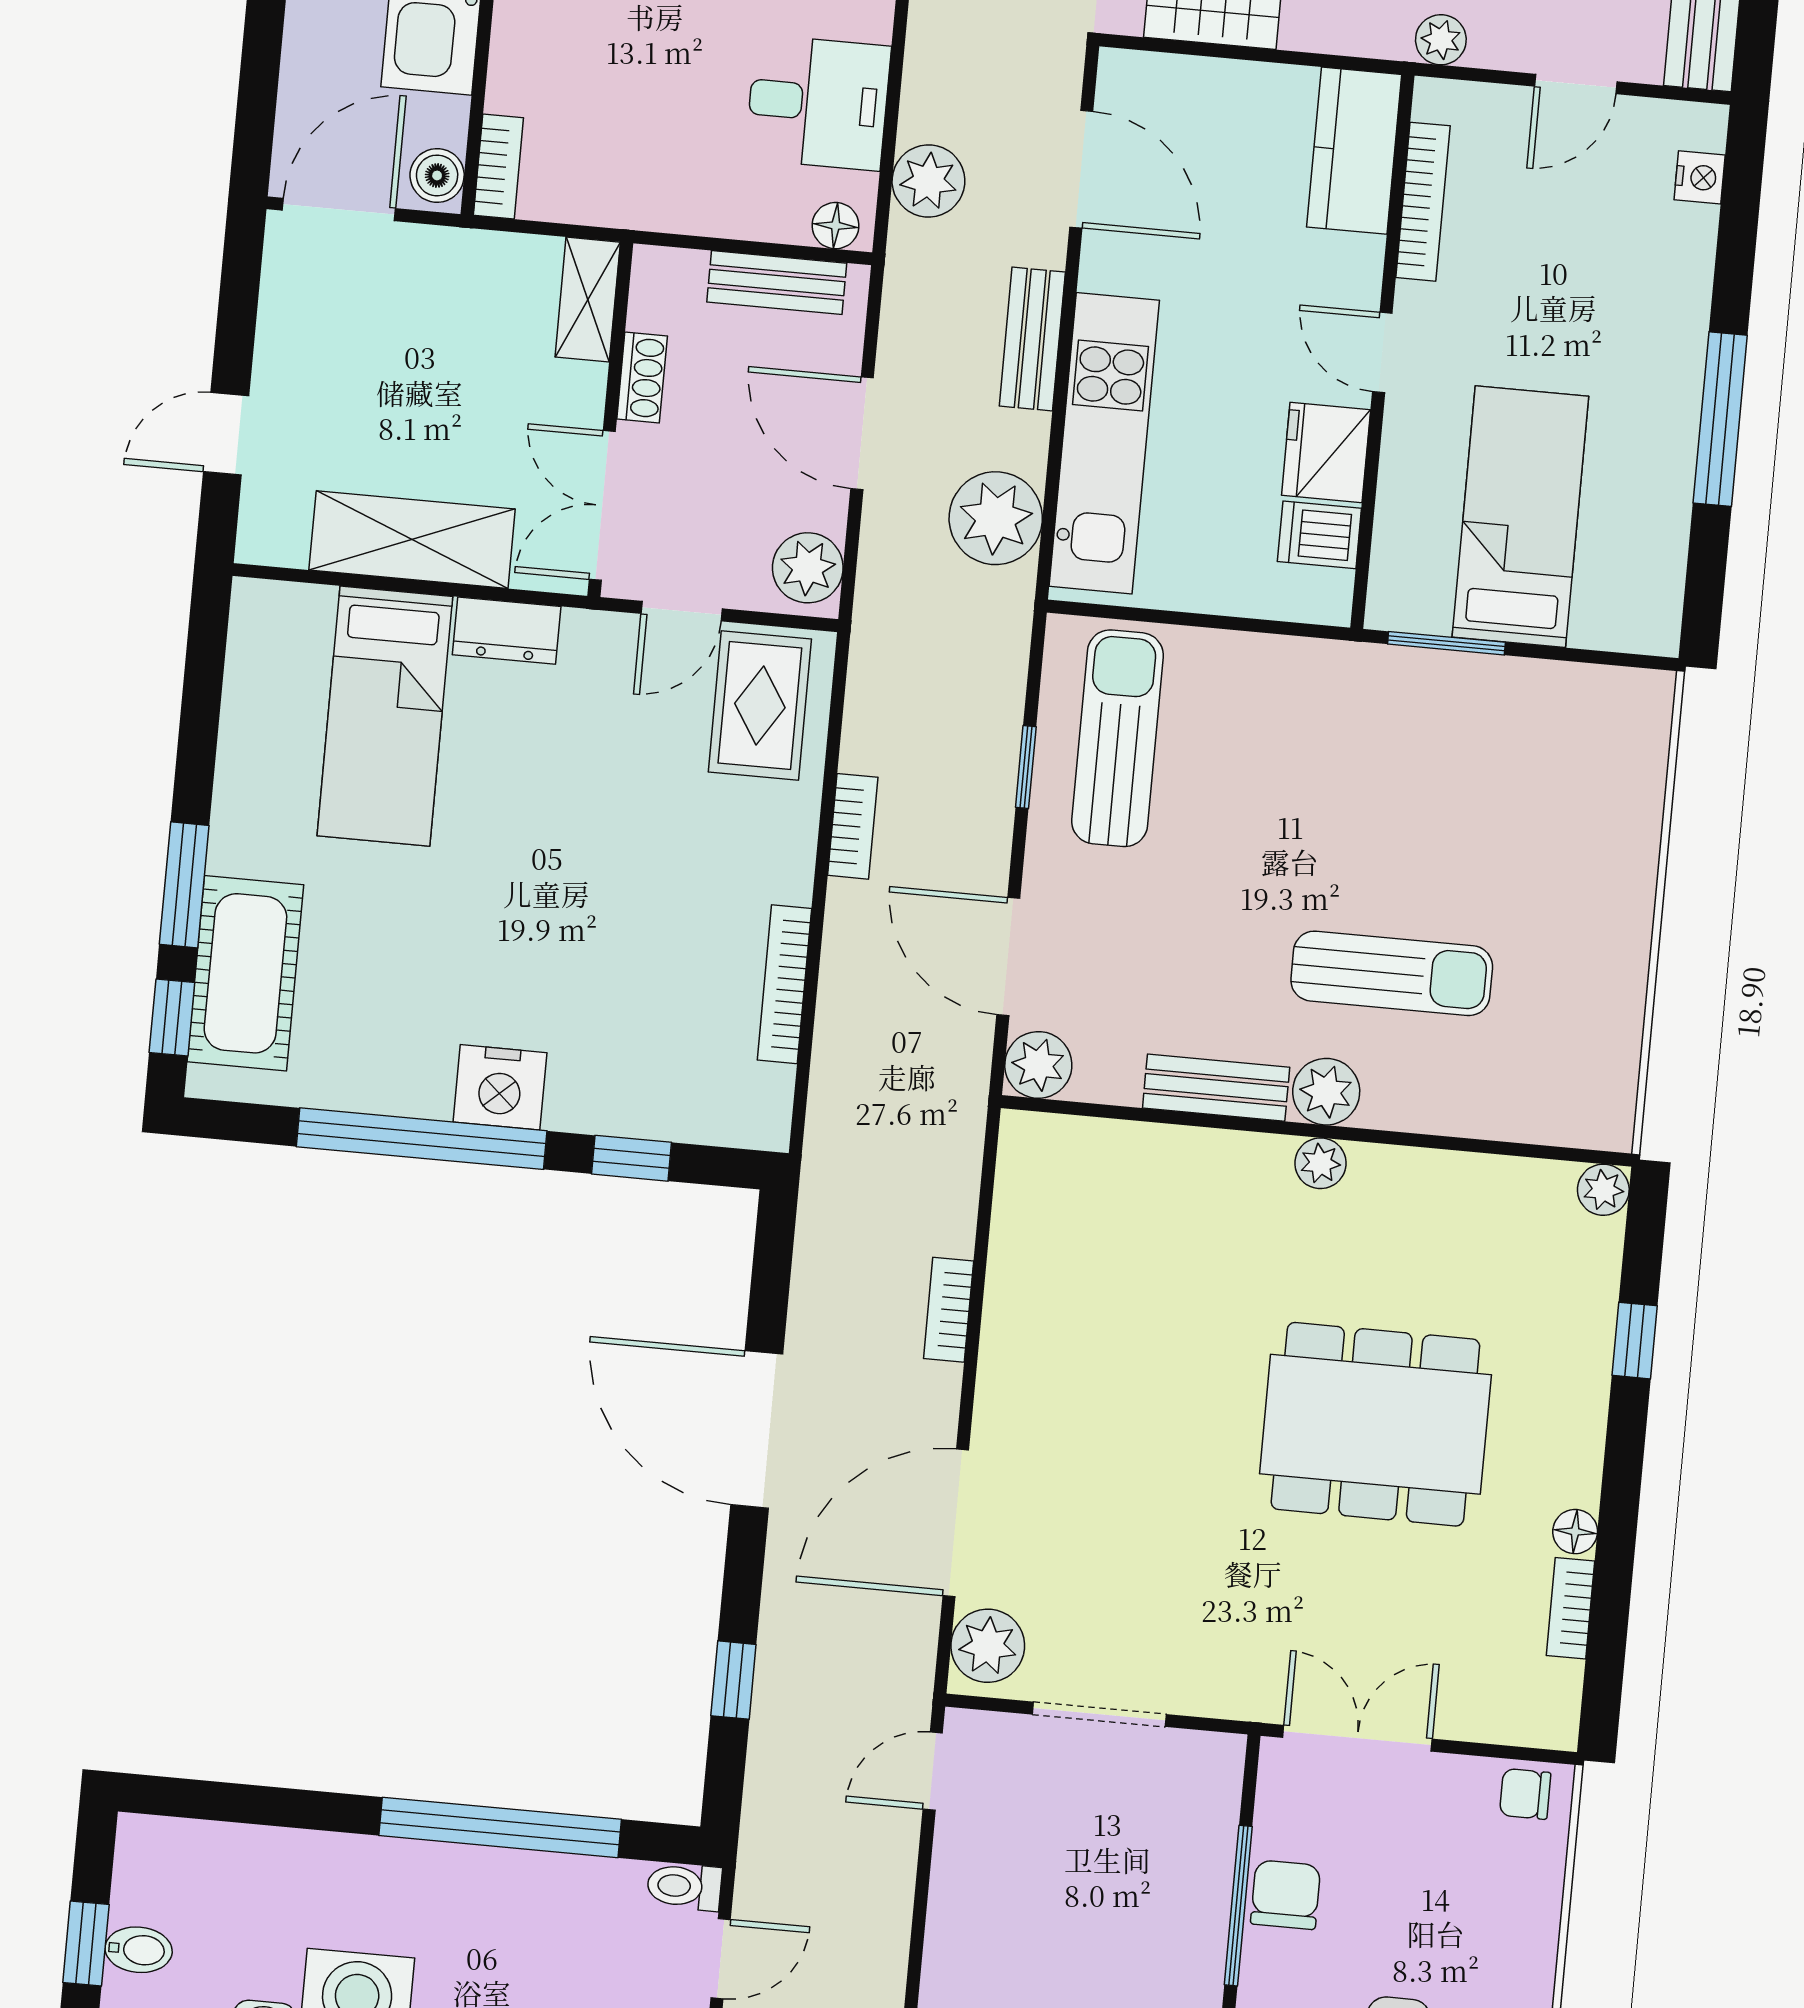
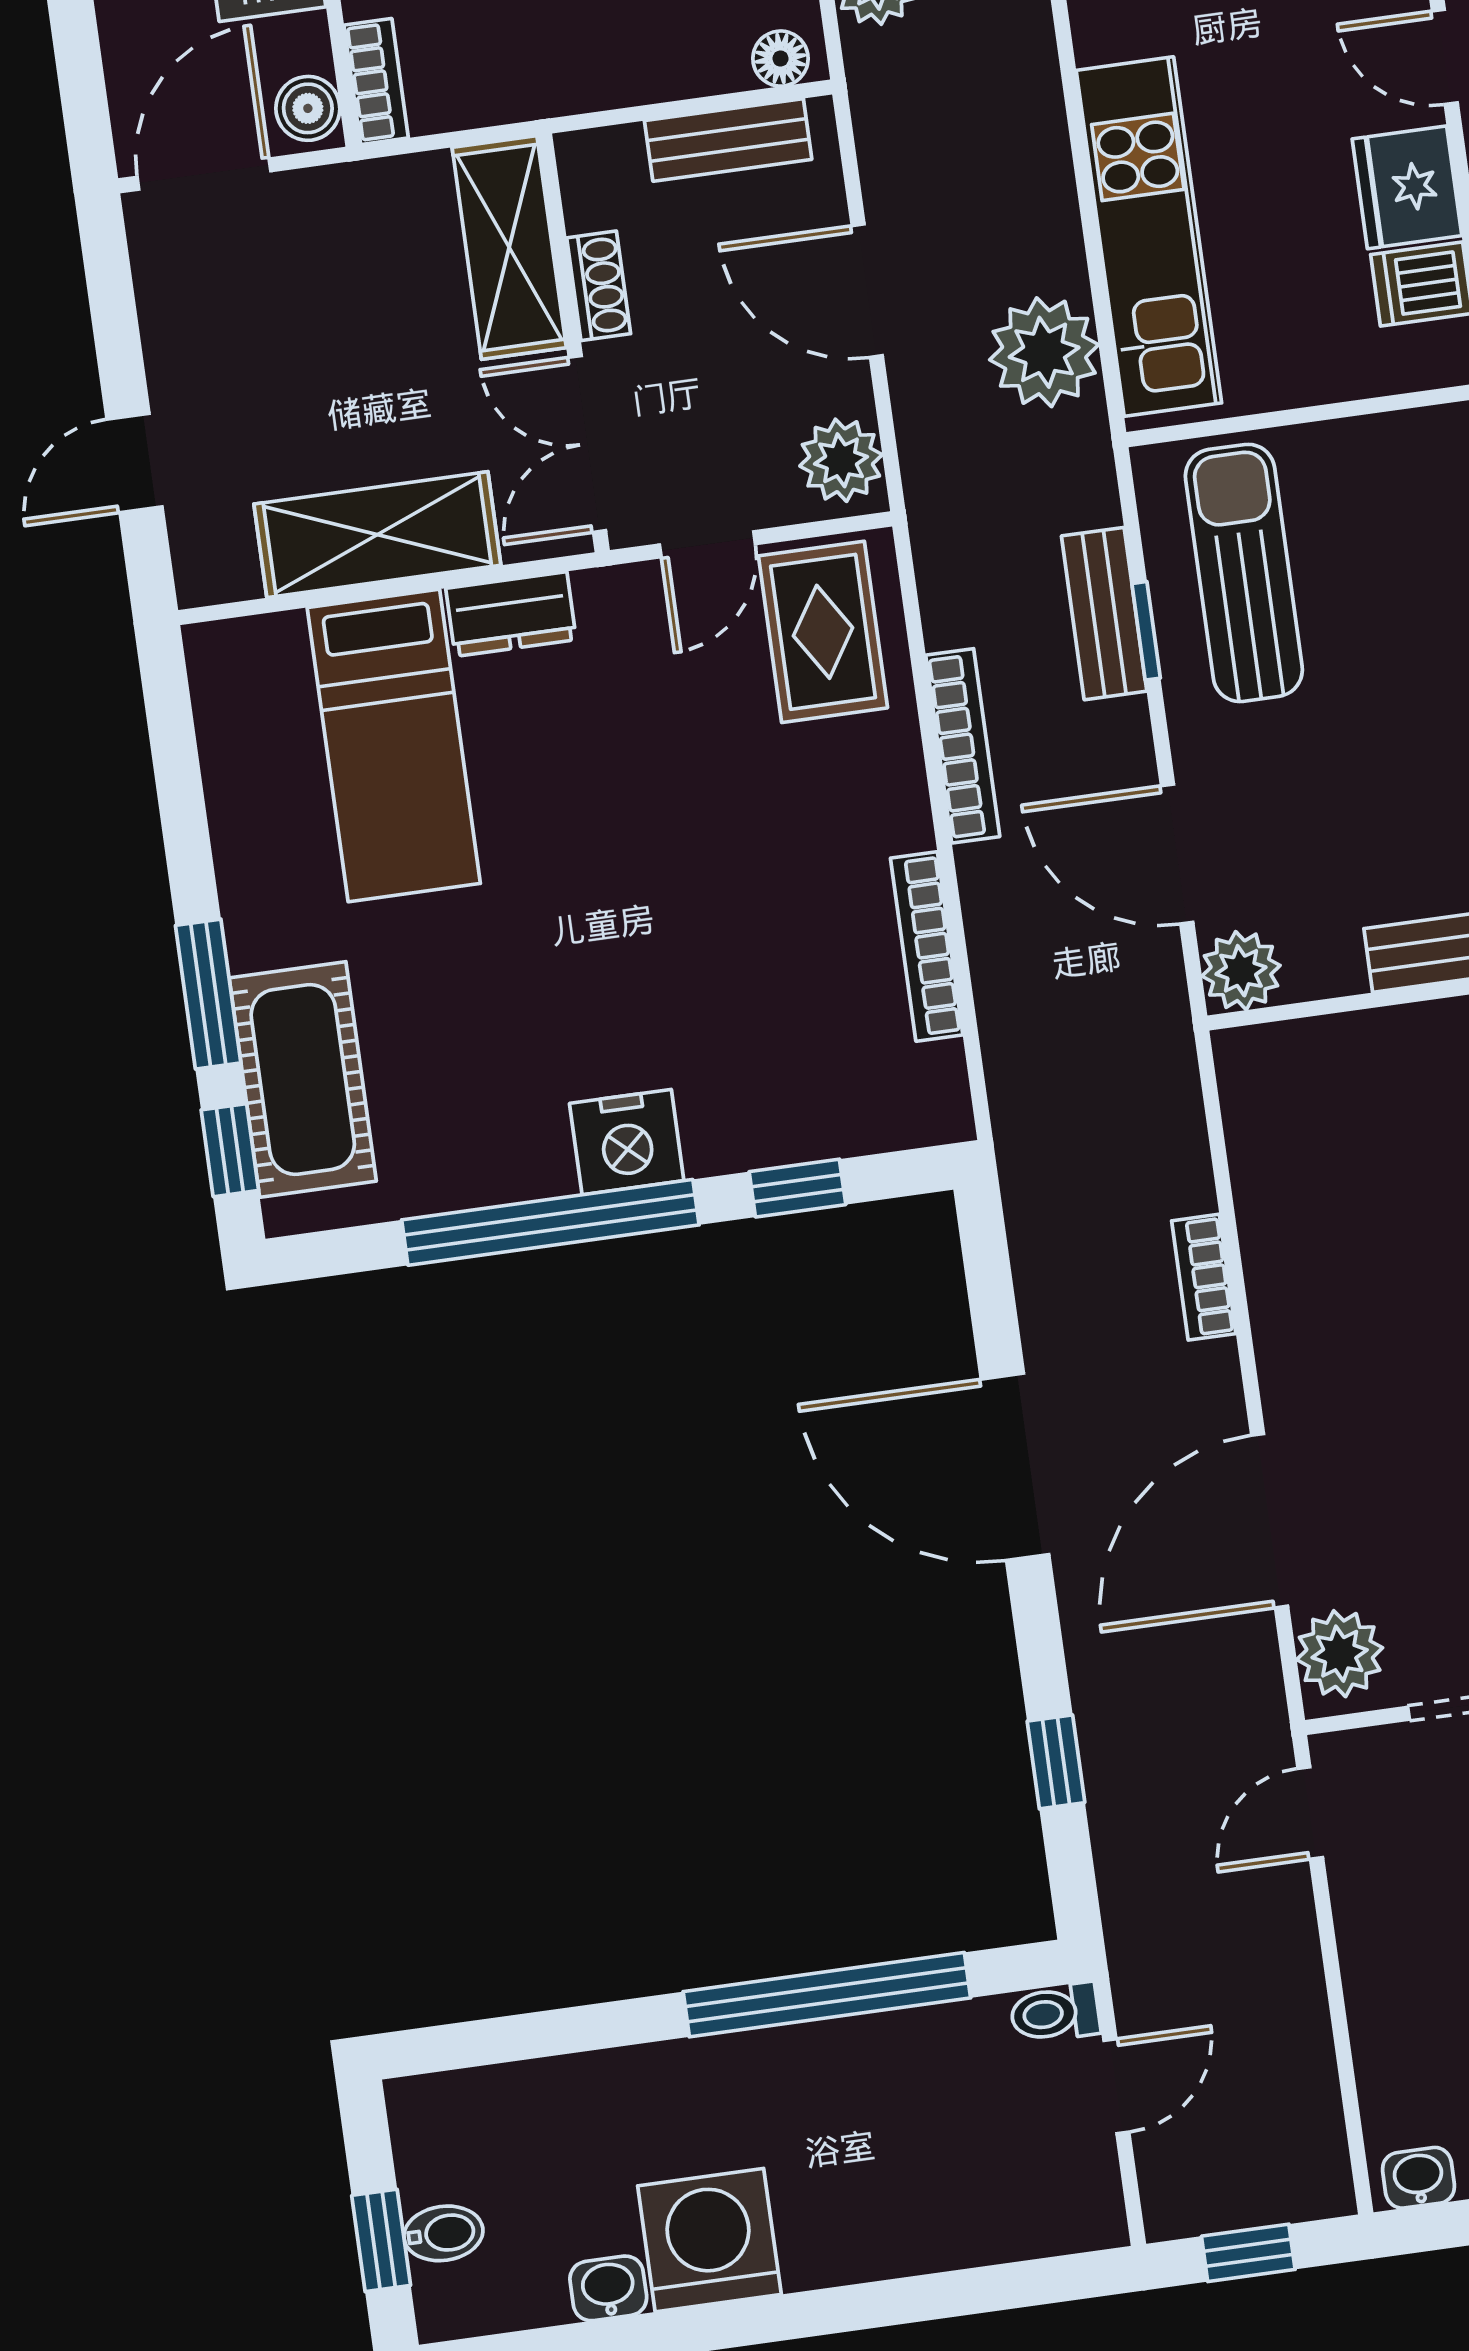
shelving: (588, 300) -> (509, 248), width x1.50, depth x1.33
bench: (1032, 339) -> (1104, 614), moved
bookcase: (853, 826) -> (963, 746), width x1.56

